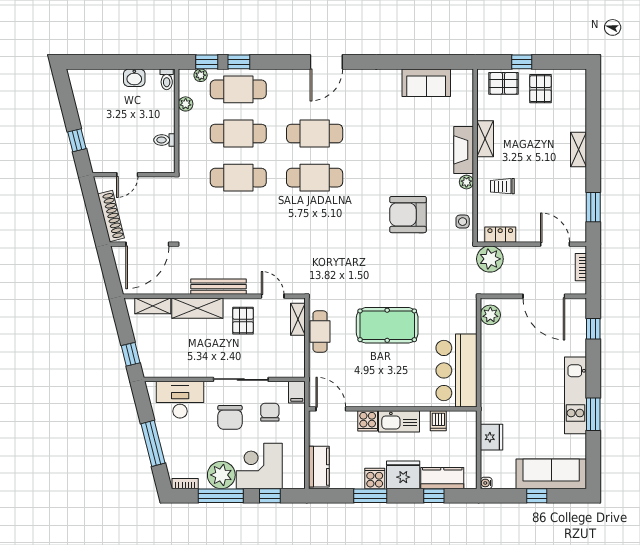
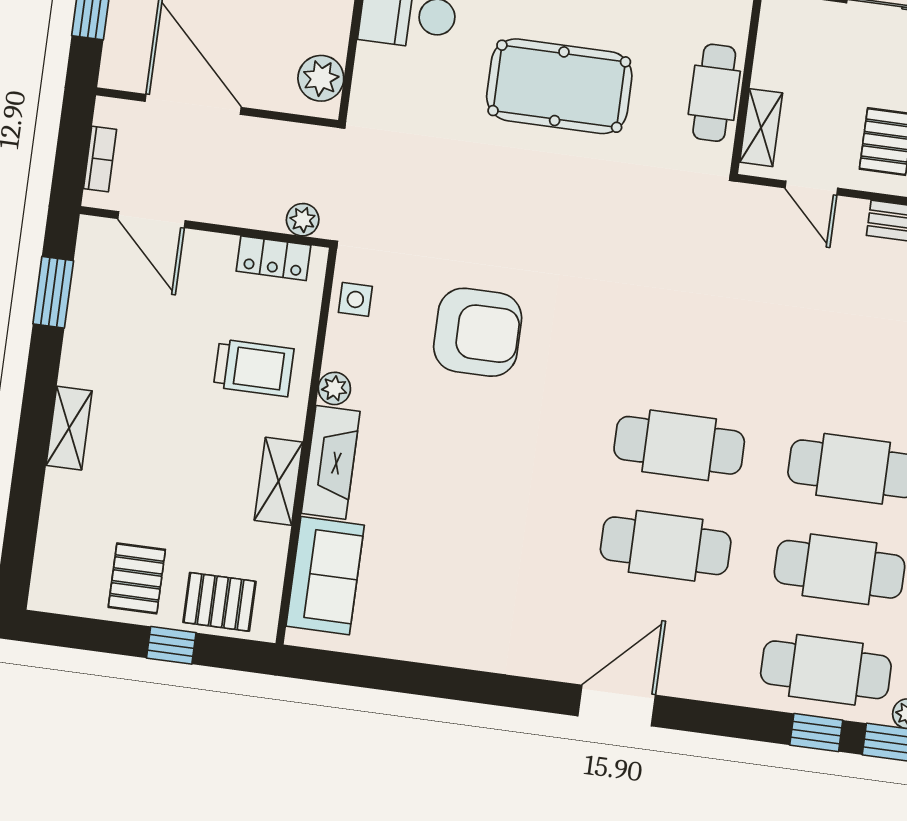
sofa: (426, 83) -> (325, 576), moved, turned 90
trolley: (502, 186) -> (254, 368), width x1.36, depth x1.39
plant: (490, 259) -> (303, 220), width x0.53, depth x0.53

